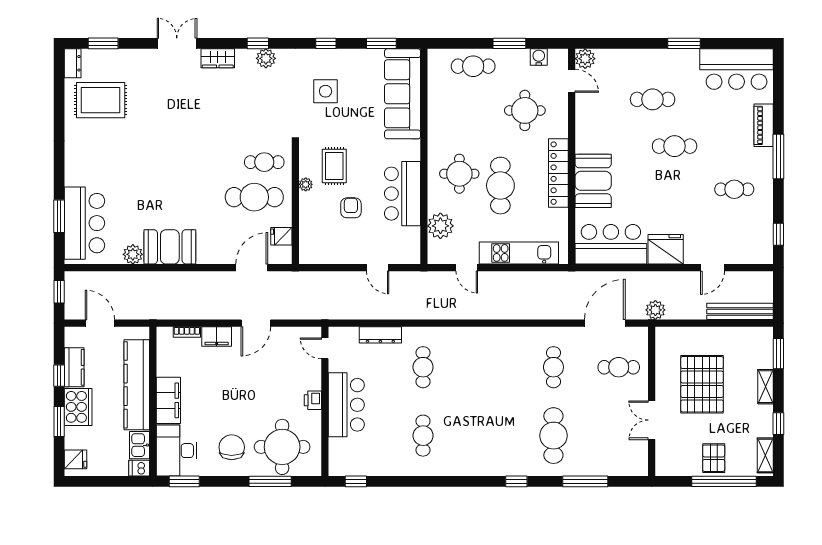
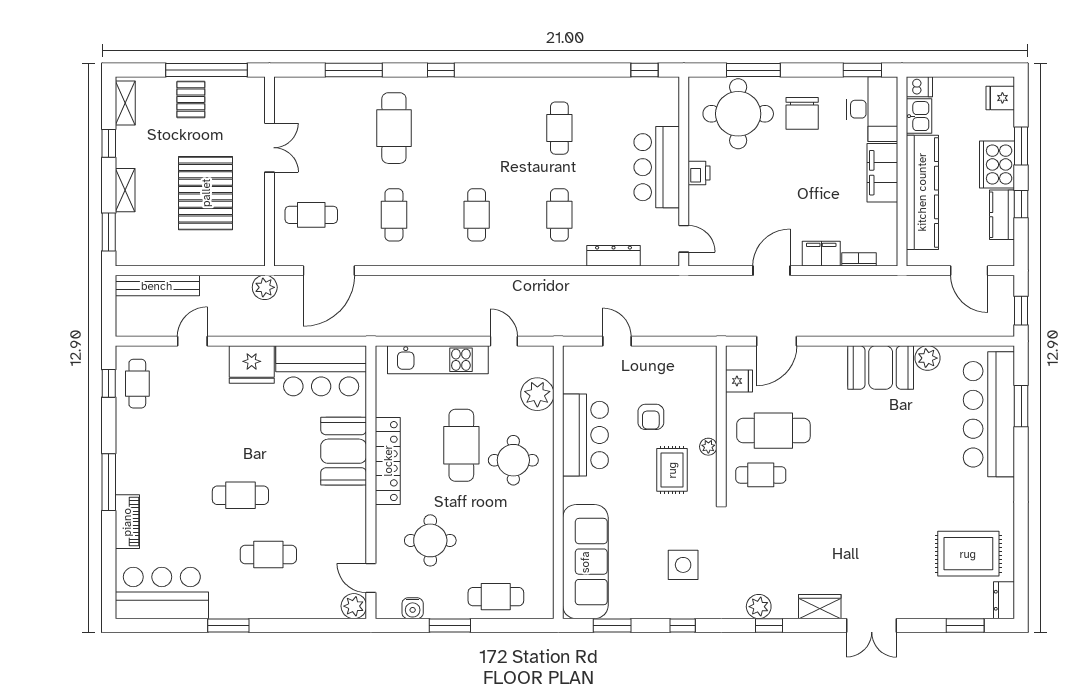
cafe table: (734, 189) -> (137, 384), moved, turned 90
bar counter: (84, 223) -> (989, 414), width x1.36
cafe table: (488, 367) -> (477, 215), added
window: (724, 481) -> (207, 70), moved

